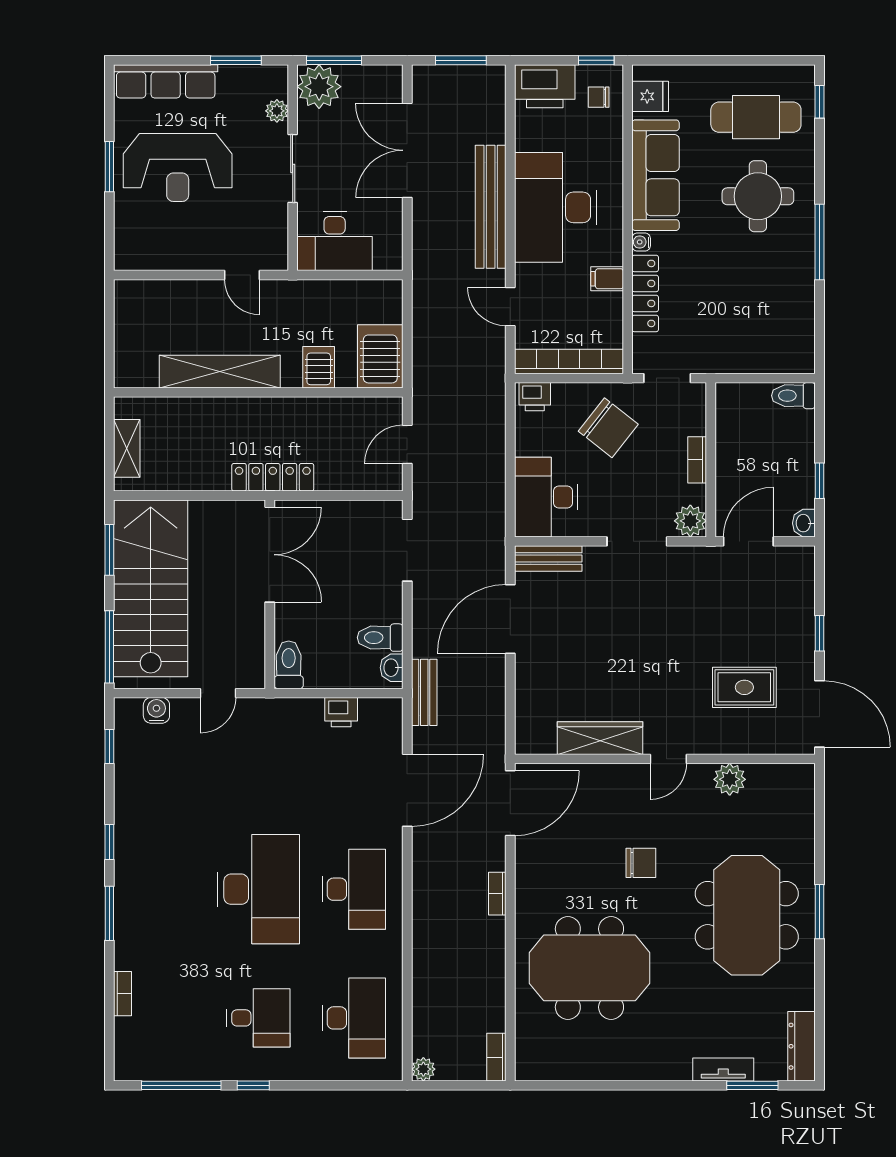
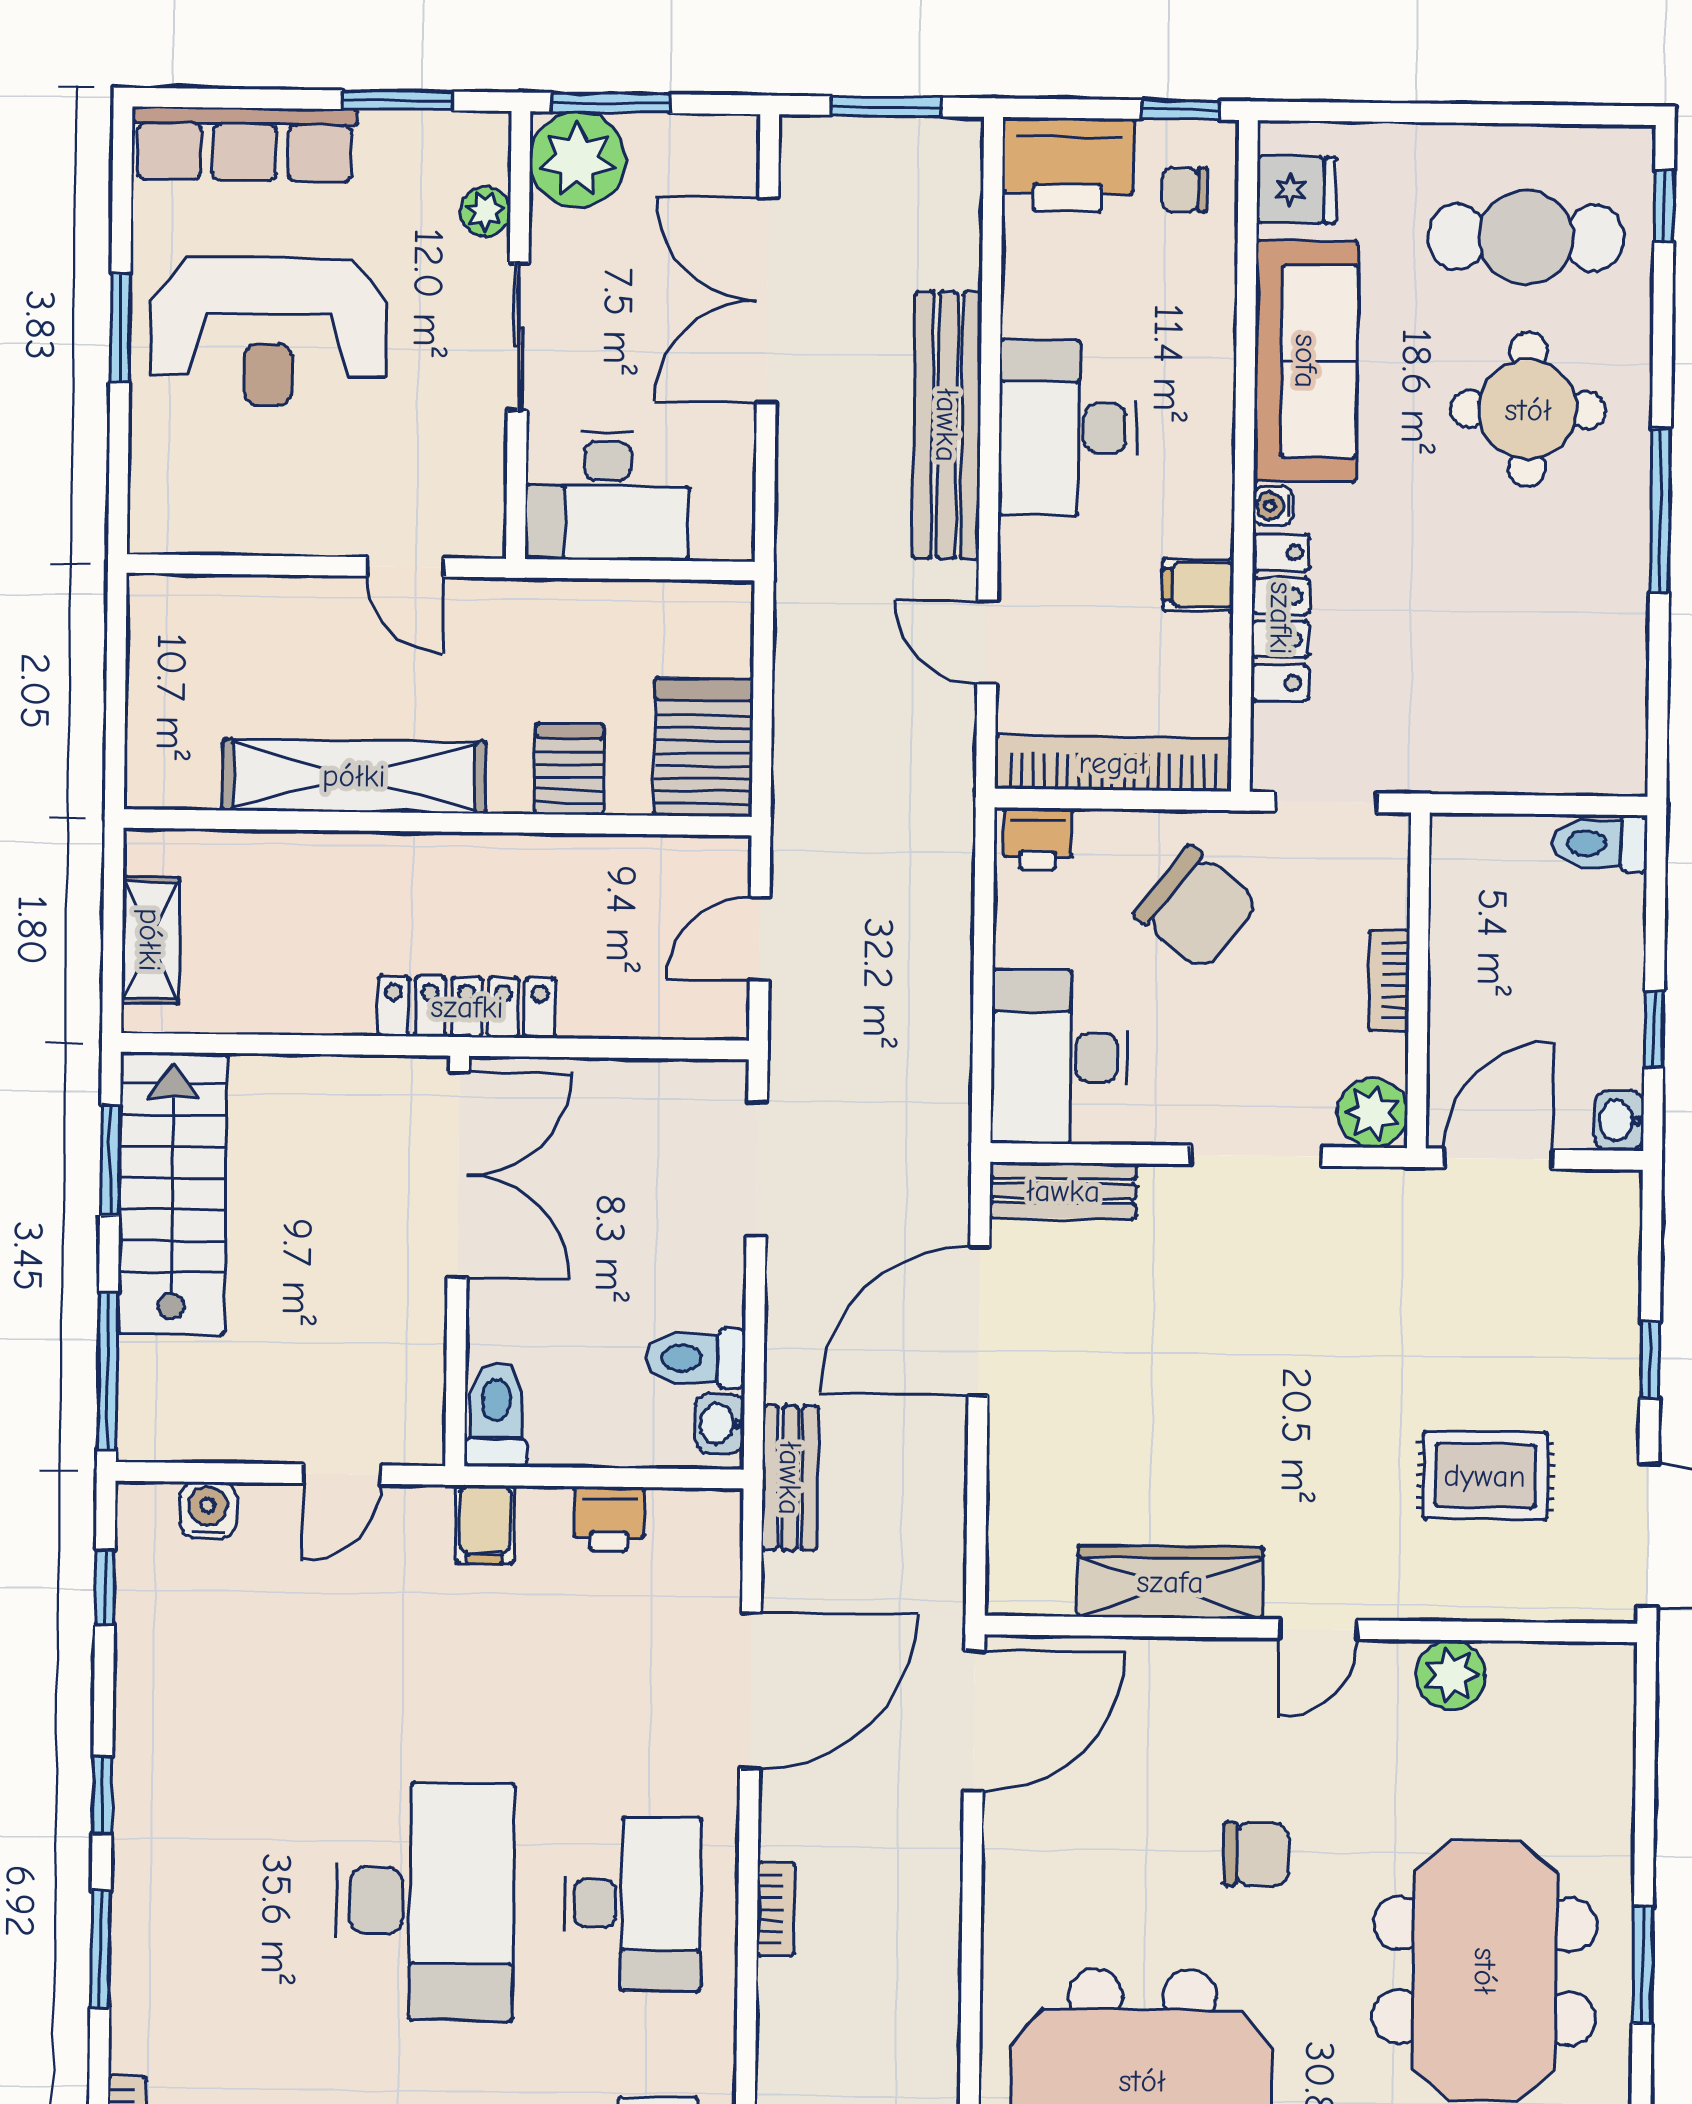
desk: (556, 207) -> (1068, 428), width x0.73, depth x0.77
stairs: (151, 588) -> (172, 1193), width x0.73, depth x0.66
filing cabinet: (284, 715) -> (485, 1524), added
bookcase: (497, 894) -> (776, 1909), moved, turned 180

